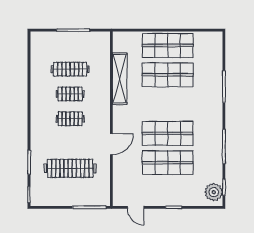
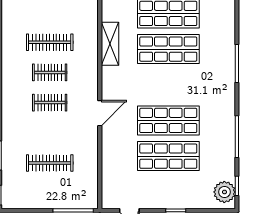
shelving: (120, 79) -> (110, 44), width x0.68
door: (111, 144) -> (100, 113), moved
clothes rail: (70, 168) -> (50, 163), width x0.73, depth x0.76

